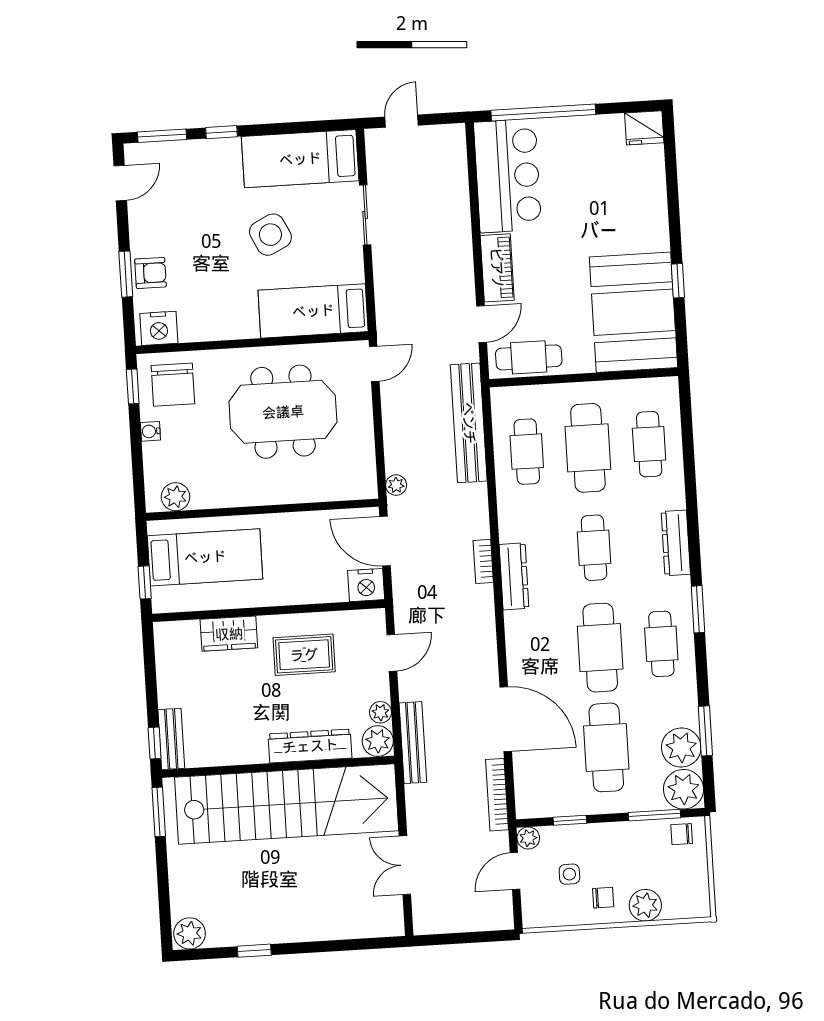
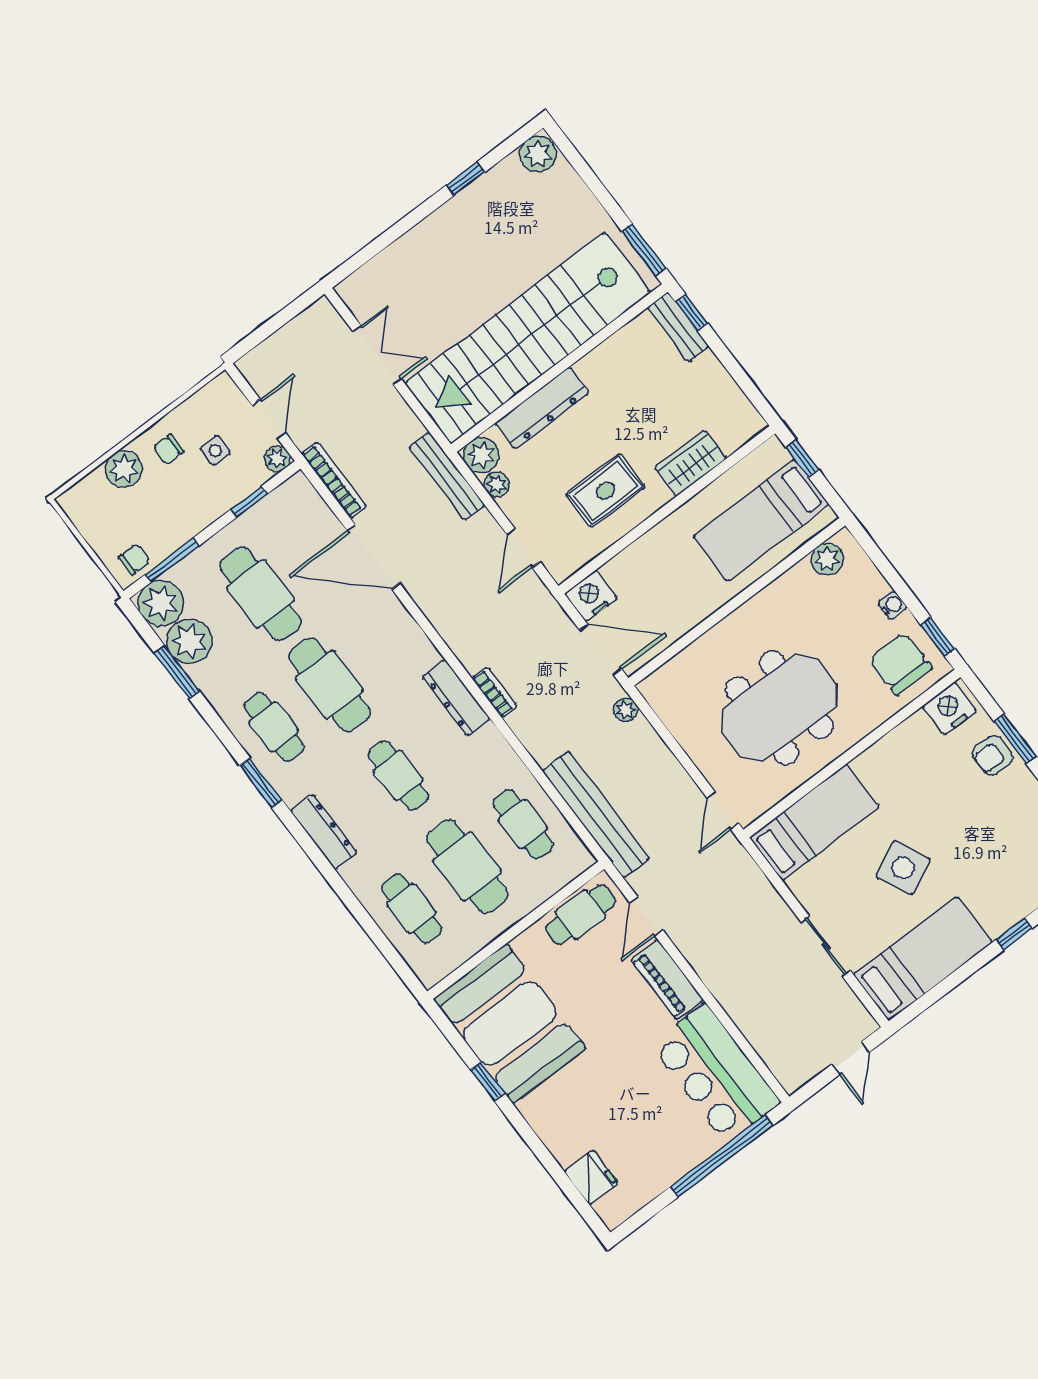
fridge: (644, 128) -> (591, 1177), moved, turned 90

